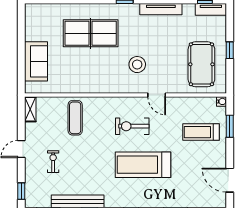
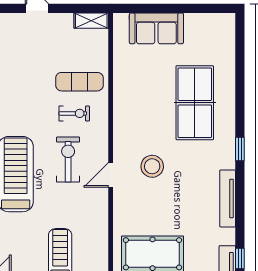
door: (157, 95) -> (111, 175), moved
exercise bike: (53, 162) -> (74, 113), moved

